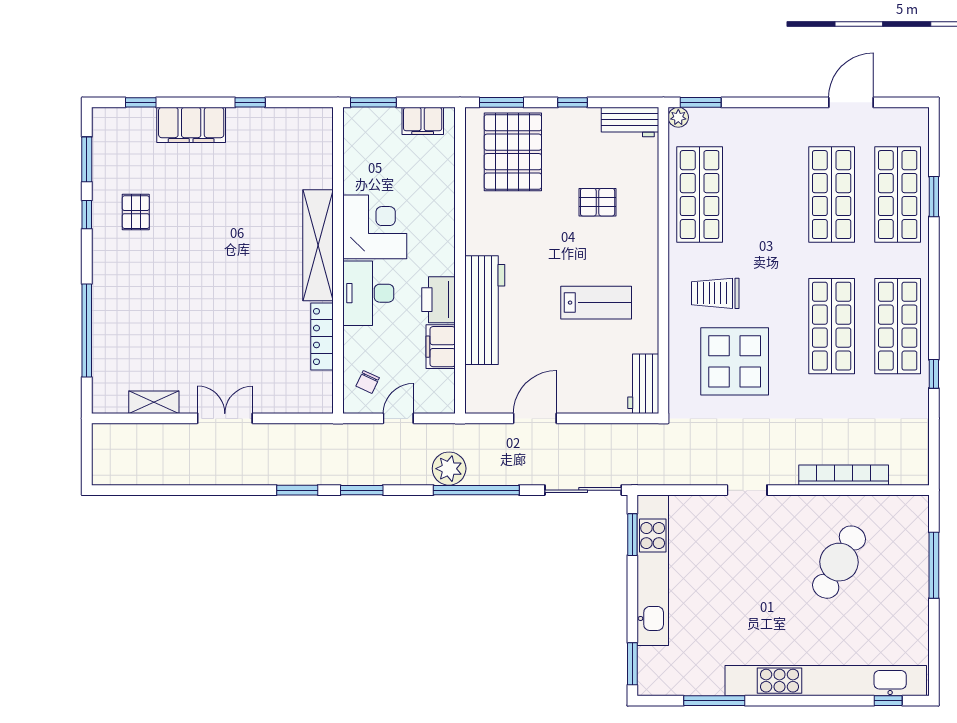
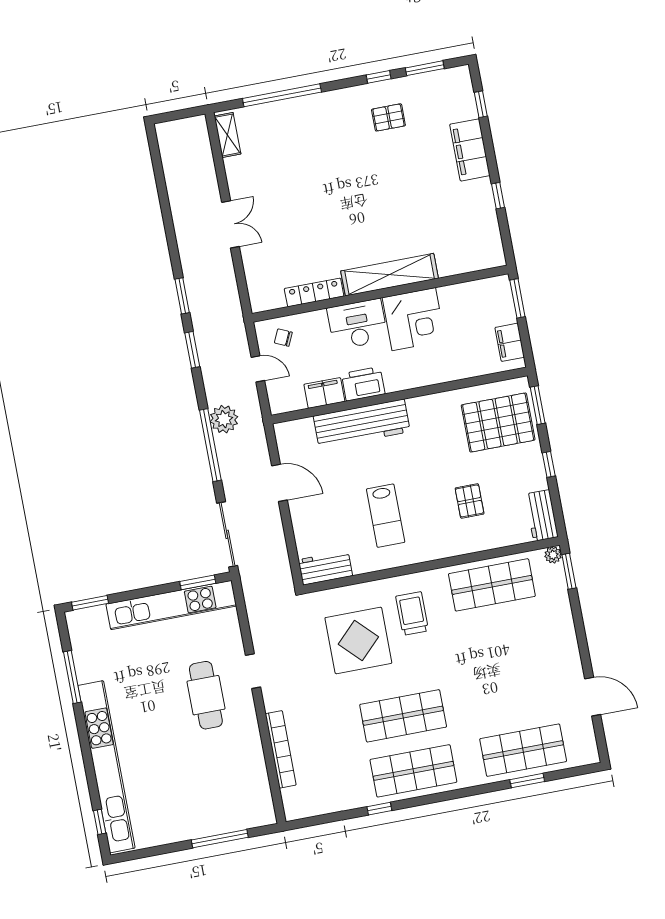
shop shelf: (832, 195) -> (513, 695), removed
shelving: (154, 402) -> (228, 135), moved
cafe table: (839, 562) -> (206, 695), moved, turned 61

